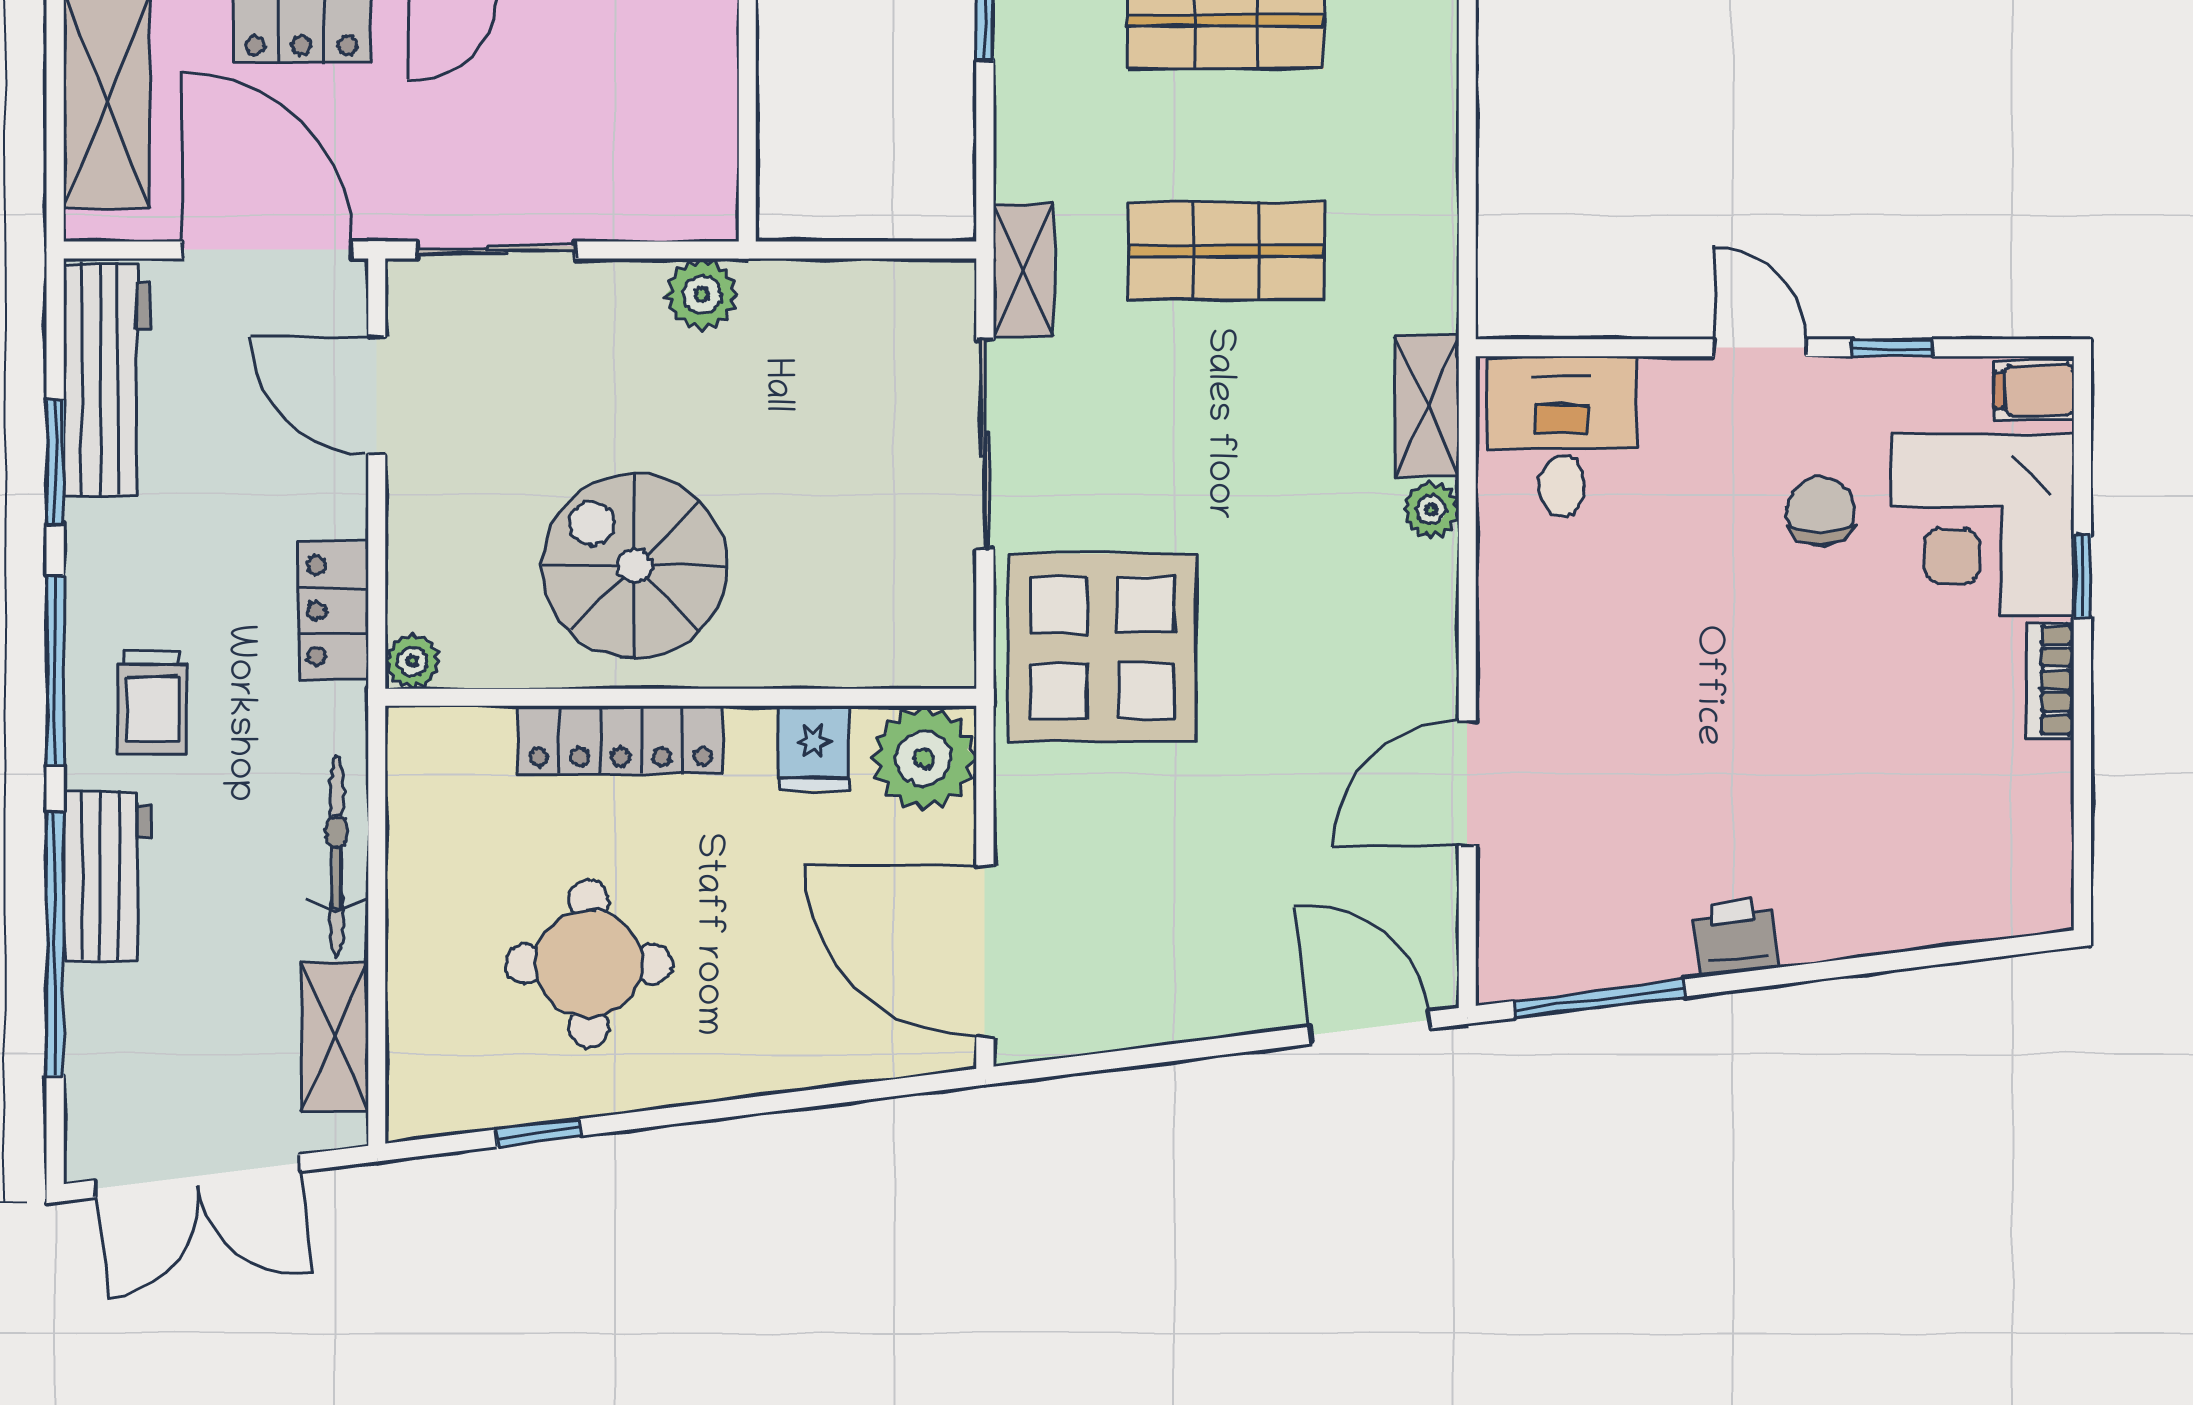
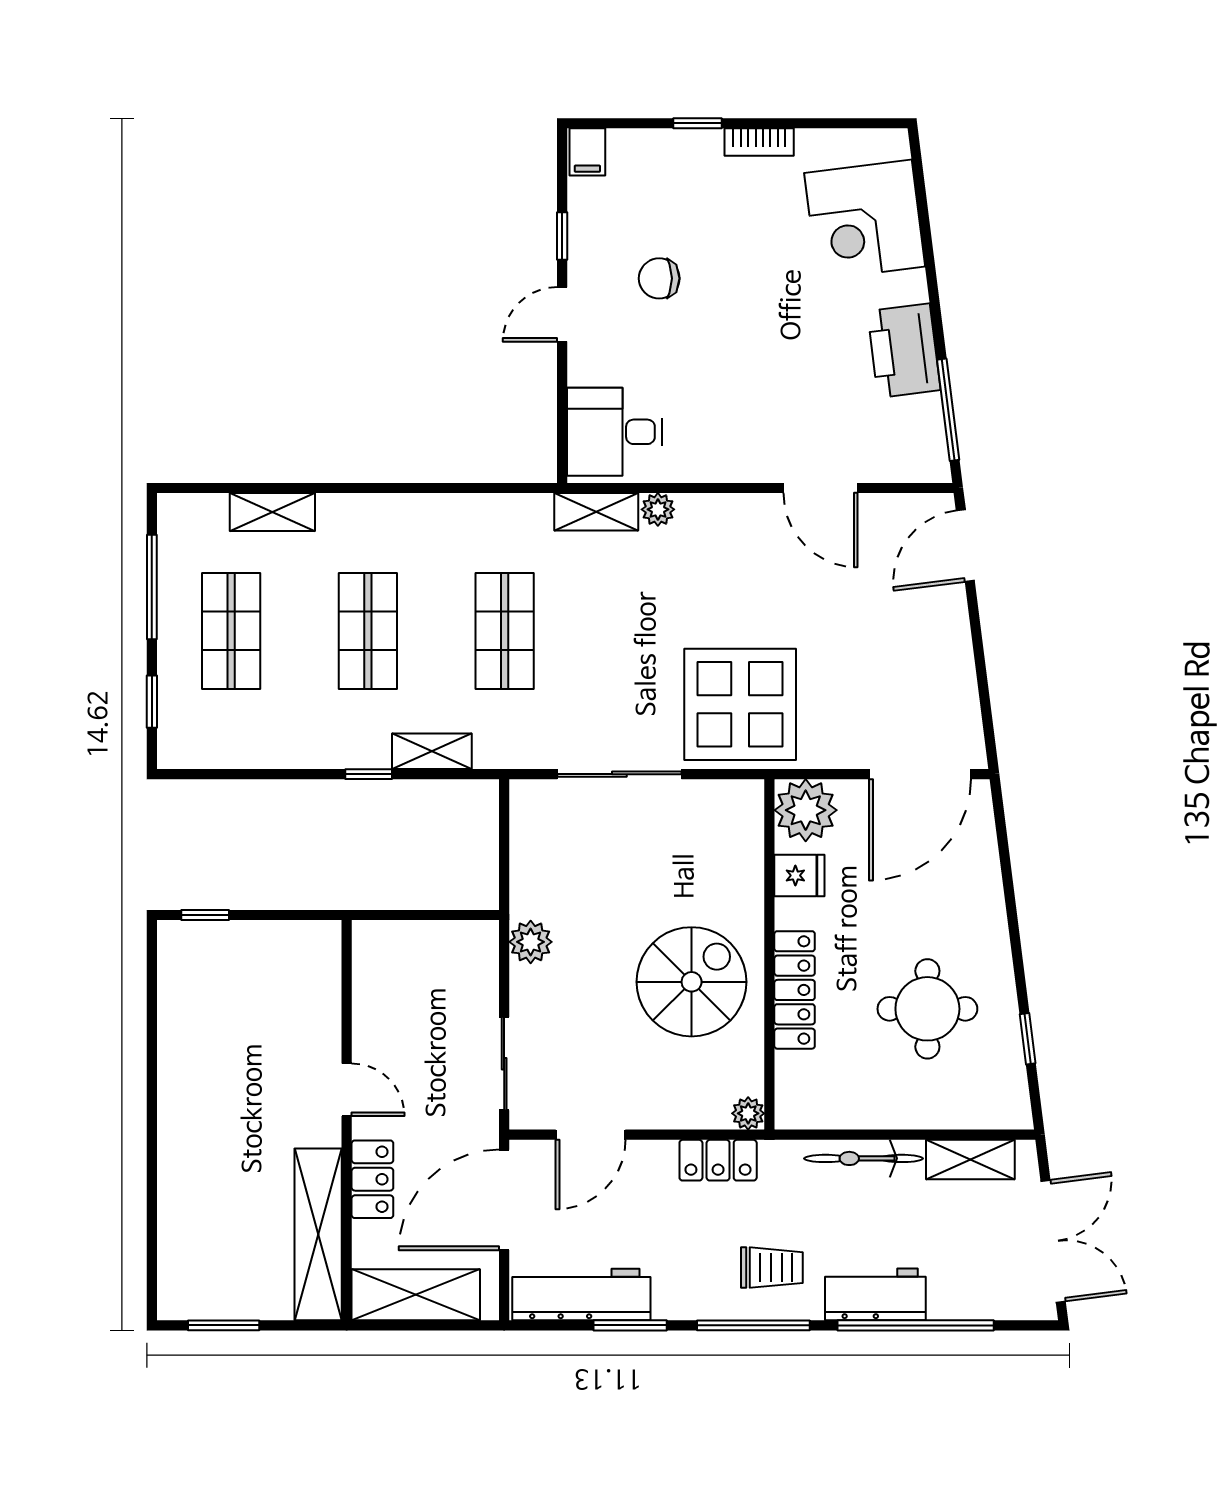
shelving: (1023, 270) -> (432, 751), moved
corner desk: (1983, 525) -> (865, 220), moved, turned 83
spiral stairs: (634, 566) -> (692, 982), turned 180
printer: (1735, 937) -> (904, 351), width x1.87, depth x1.48

